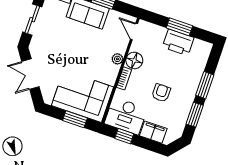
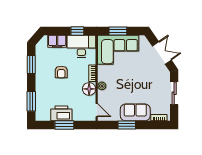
window: (205, 85) -> (31, 101), moved

